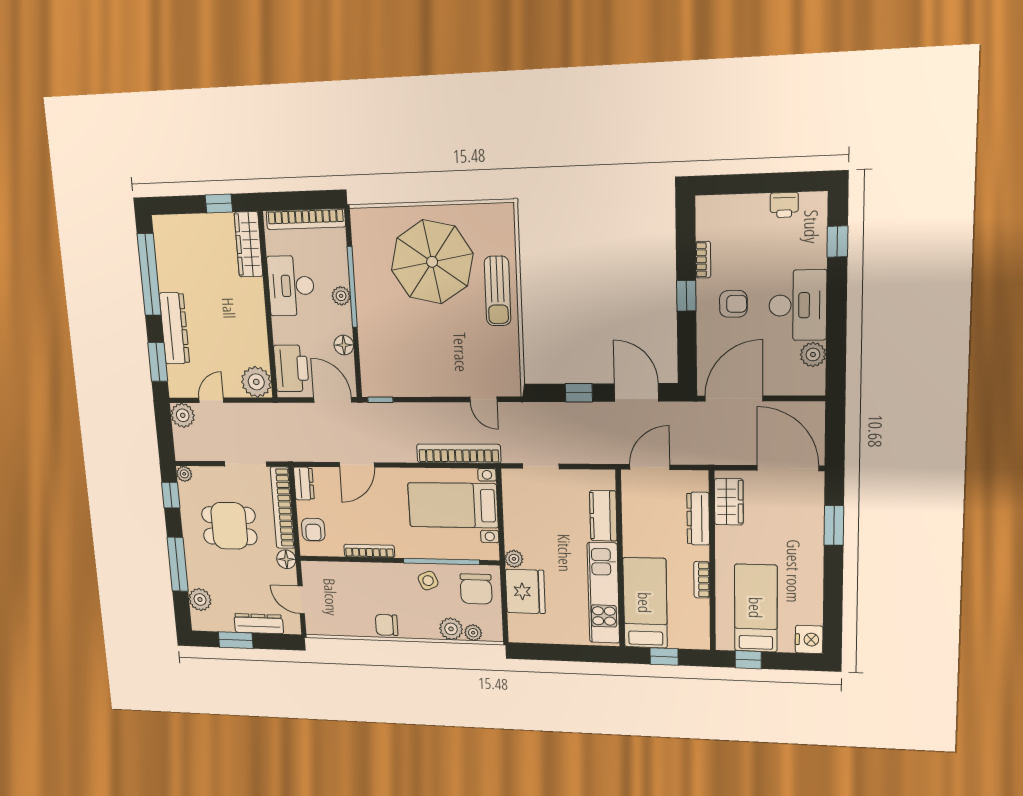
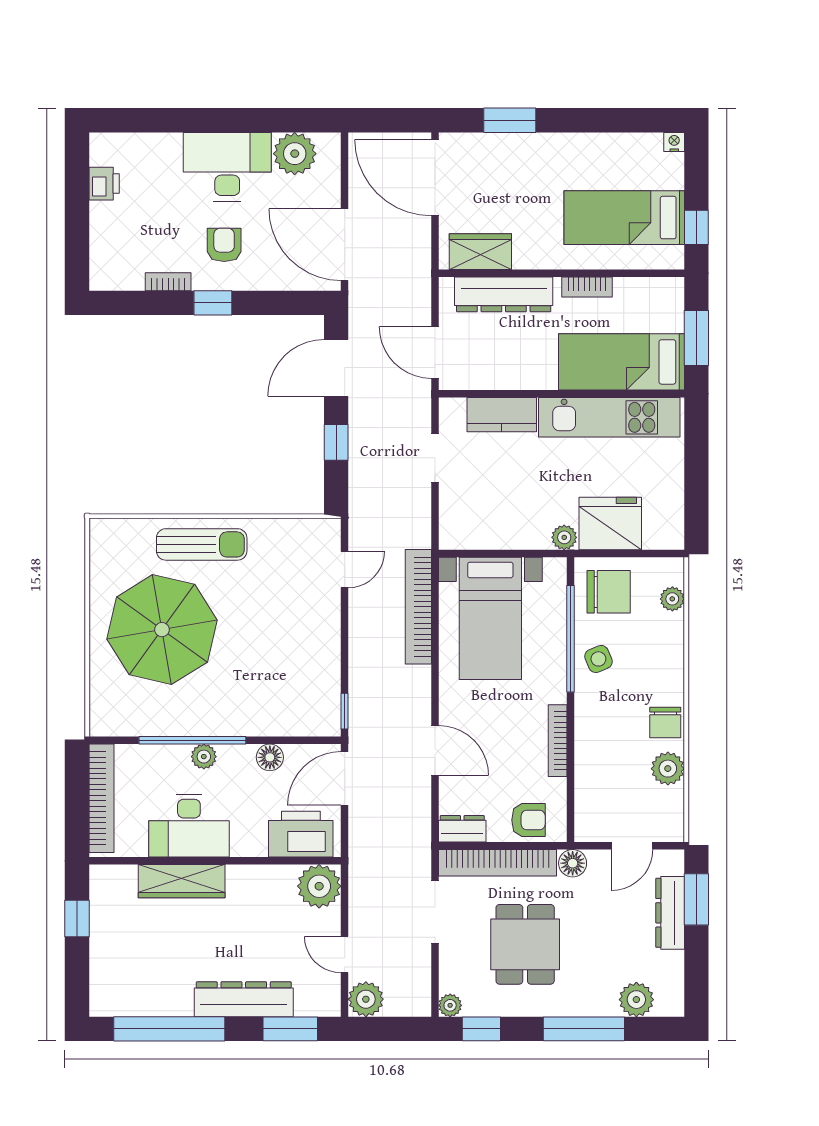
window: (837, 242) -> (150, 120), removed
wardrobe: (249, 244) -> (182, 881), moved
plant: (813, 355) -> (295, 154), width x1.36, depth x1.36
doorway: (541, 466) -> (435, 458), moved
door: (788, 468) -> (435, 178), hinge flipped
dresser: (698, 519) -> (504, 294), width x1.37, depth x1.24
plant: (451, 629) -> (668, 769), moved
nightstand: (809, 639) -> (674, 142), width x0.53, depth x0.56
window: (236, 640) -> (696, 899), moved
window: (664, 656) -> (696, 338), width x1.50

